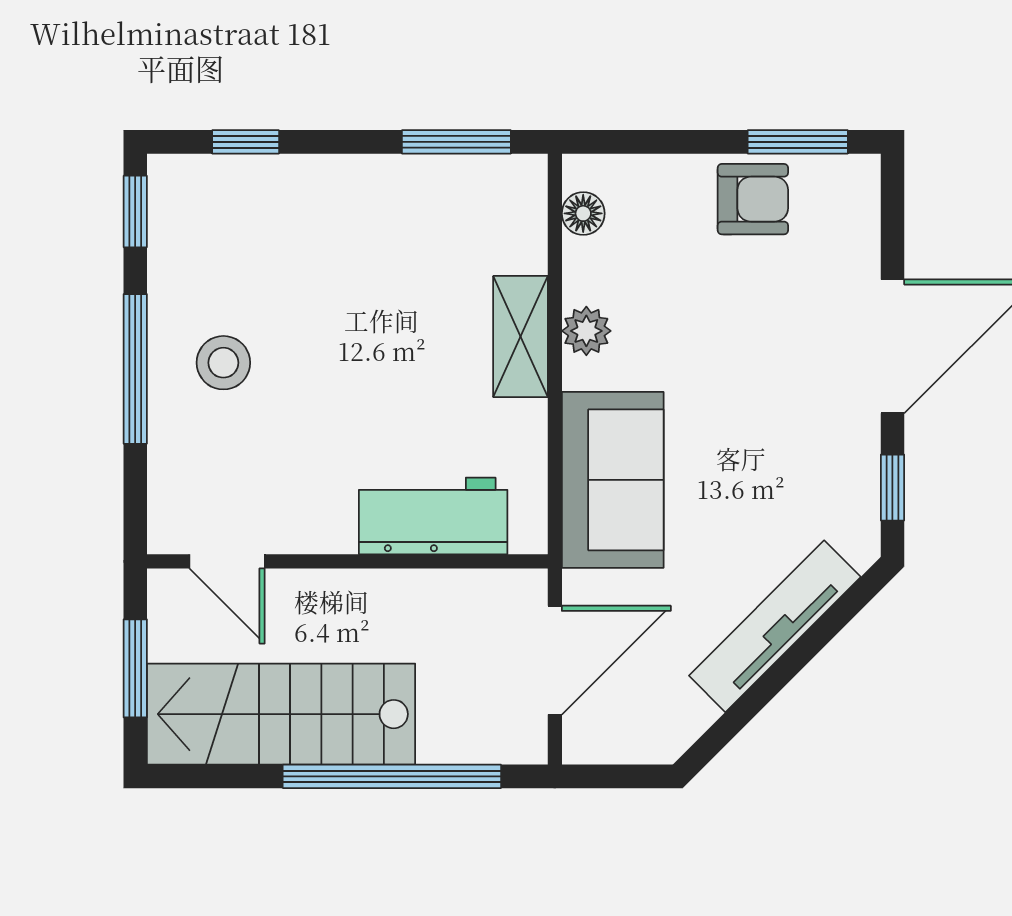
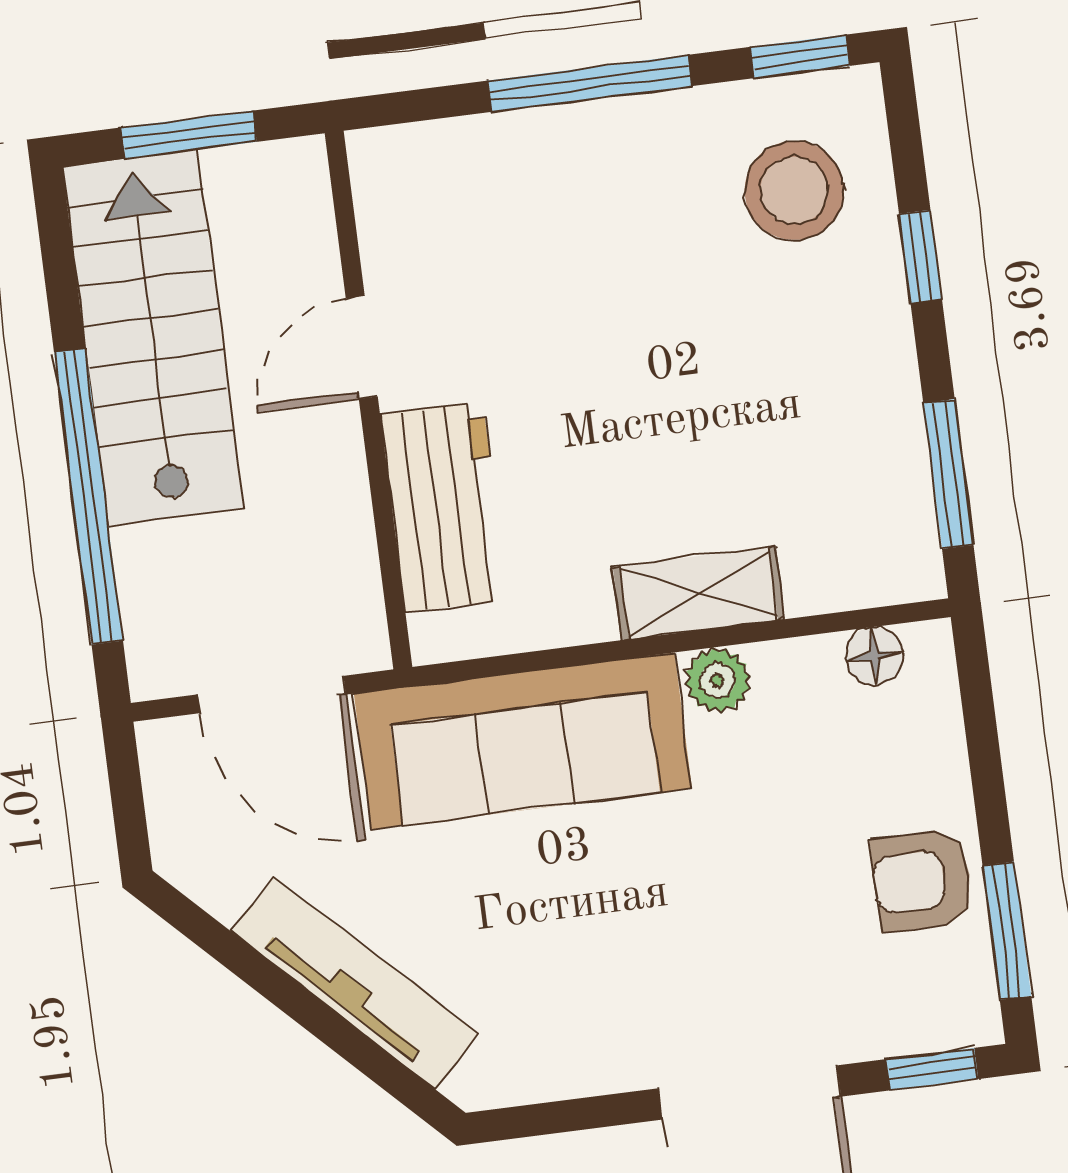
window: (246, 142) -> (920, 257), moved
armchair: (753, 199) -> (922, 880), turned 90
stool: (223, 363) -> (794, 190), moved, width x1.38, depth x1.38
sofa: (613, 480) -> (523, 741), width x1.36
window: (892, 488) -> (932, 1069), moved
door: (227, 561) -> (362, 347), moved

